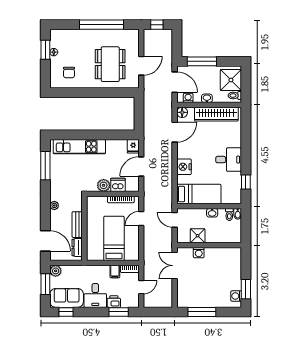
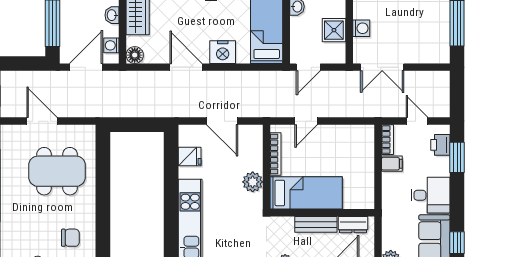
door: (141, 66) -> (42, 121), moved
door: (175, 132) -> (186, 67), moved
fridge: (133, 146) -> (190, 157), moved
dishwasher: (118, 185) -> (252, 159), removed
door: (141, 218) -> (306, 121), hinge flipped
bed: (114, 238) -> (306, 193), moved, turned 180
printer: (114, 302) -> (440, 145), moved

